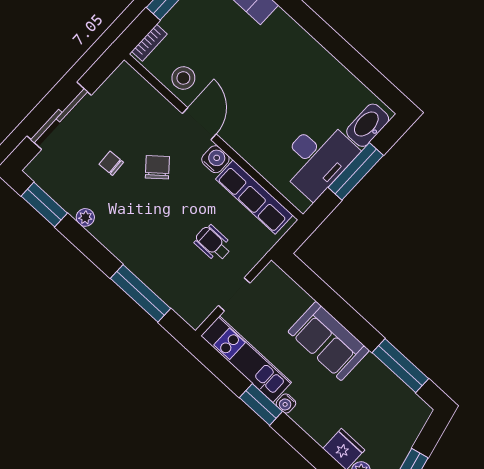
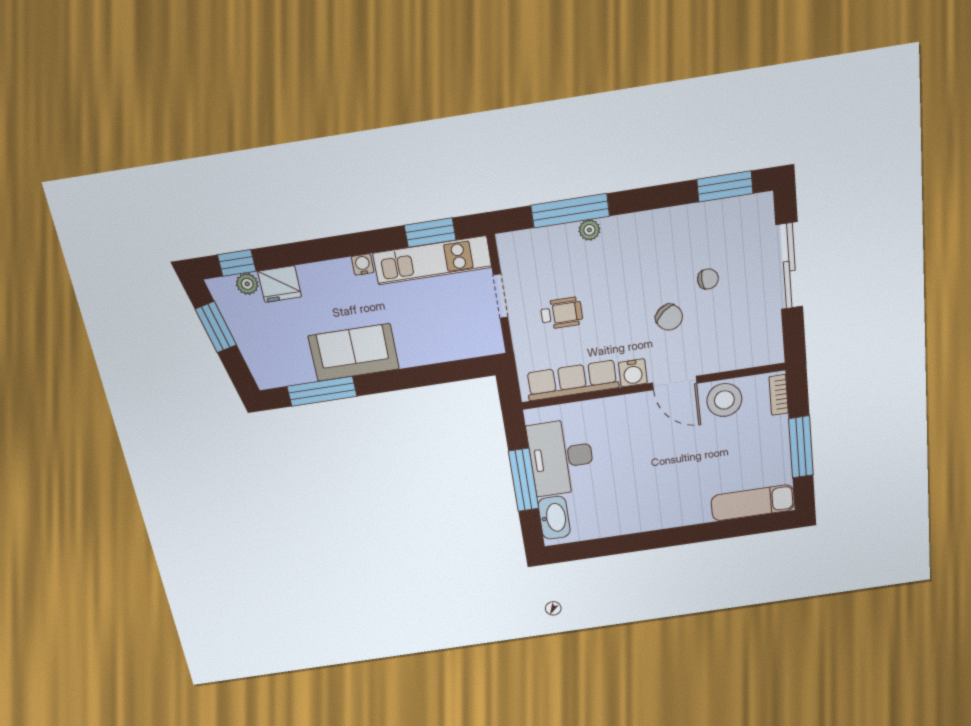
stool: (183, 78) -> (724, 400), width x1.38, depth x1.38
plant: (85, 217) -> (589, 230), moved
sofa: (329, 341) -> (354, 353), moved
window: (261, 404) -> (430, 233), moved

